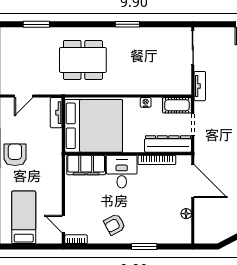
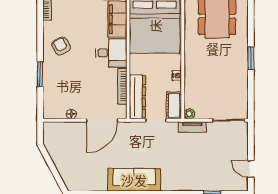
plant: (186, 89) -> (189, 114), added

